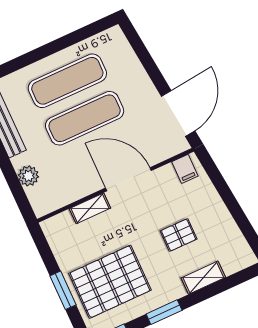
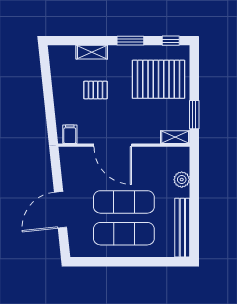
door: (178, 113) -> (60, 210), moved
shelving: (90, 208) -> (175, 137), moved
window: (63, 290) -> (194, 115), moved

